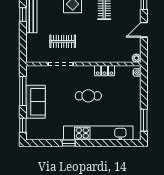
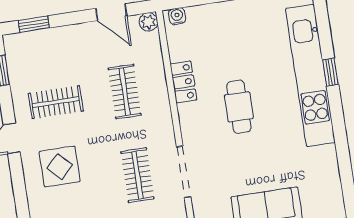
door: (144, 30) -> (111, 12), moved
clothes rail: (104, 41) -> (125, 92), added
window: (69, 143) -> (330, 72), moved

